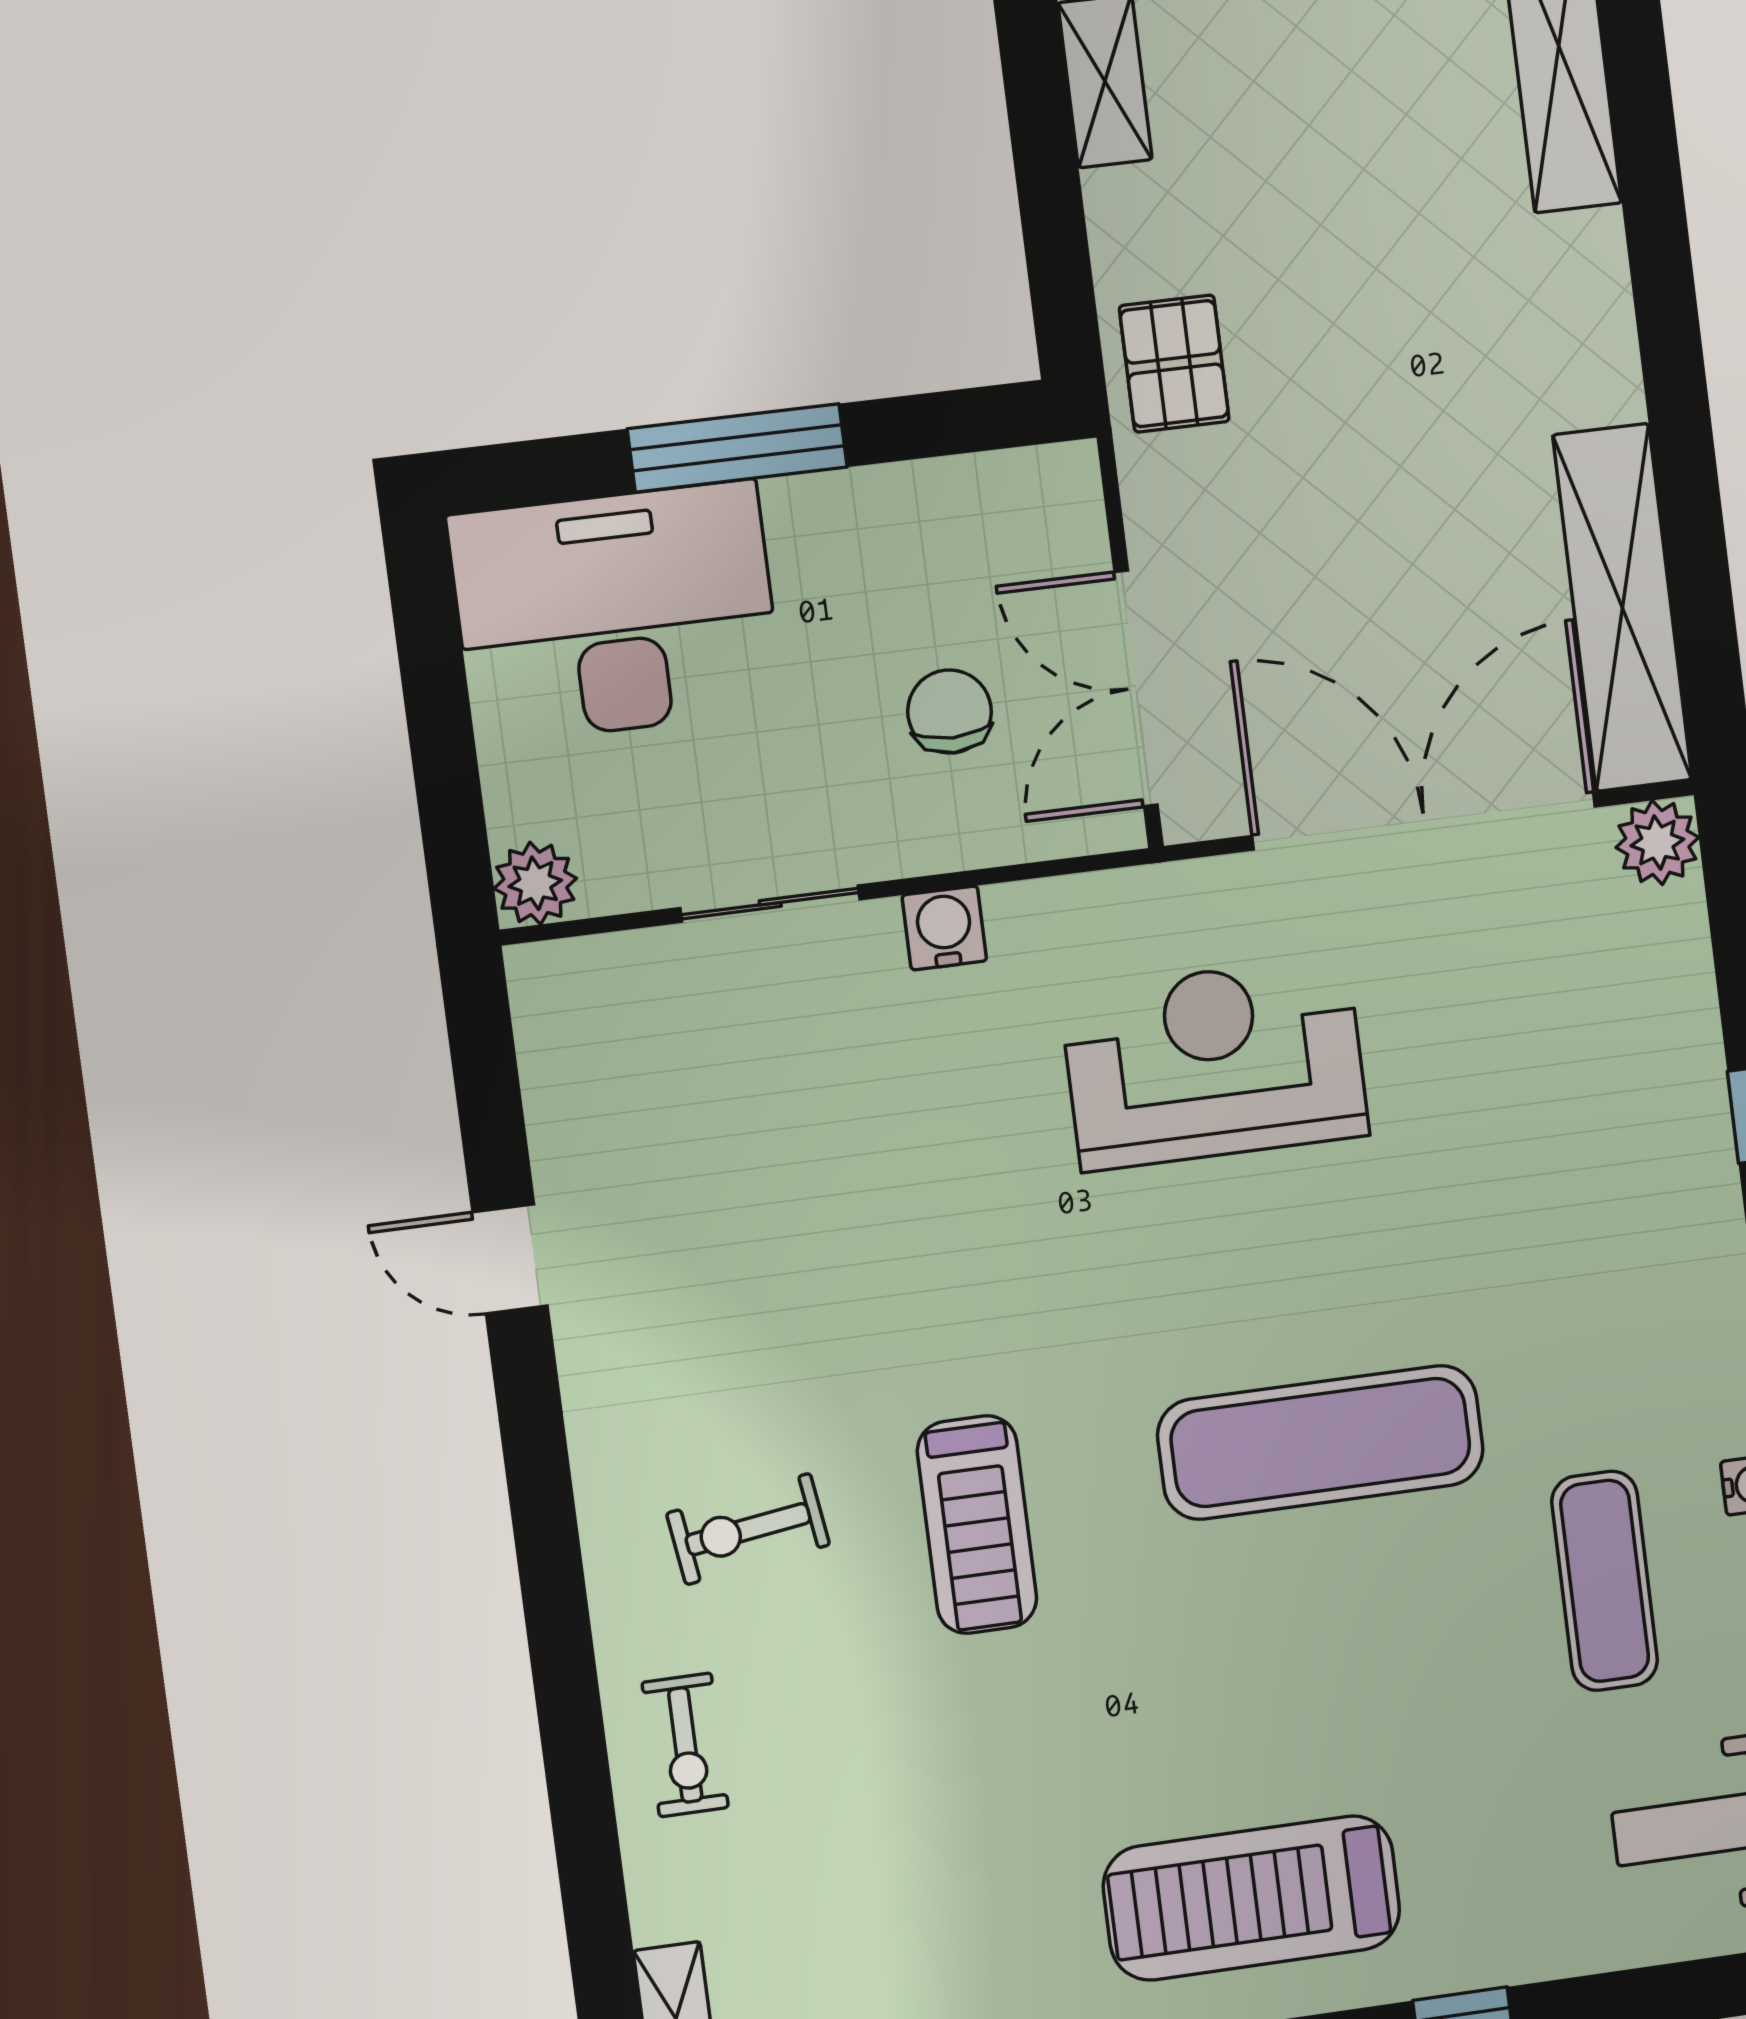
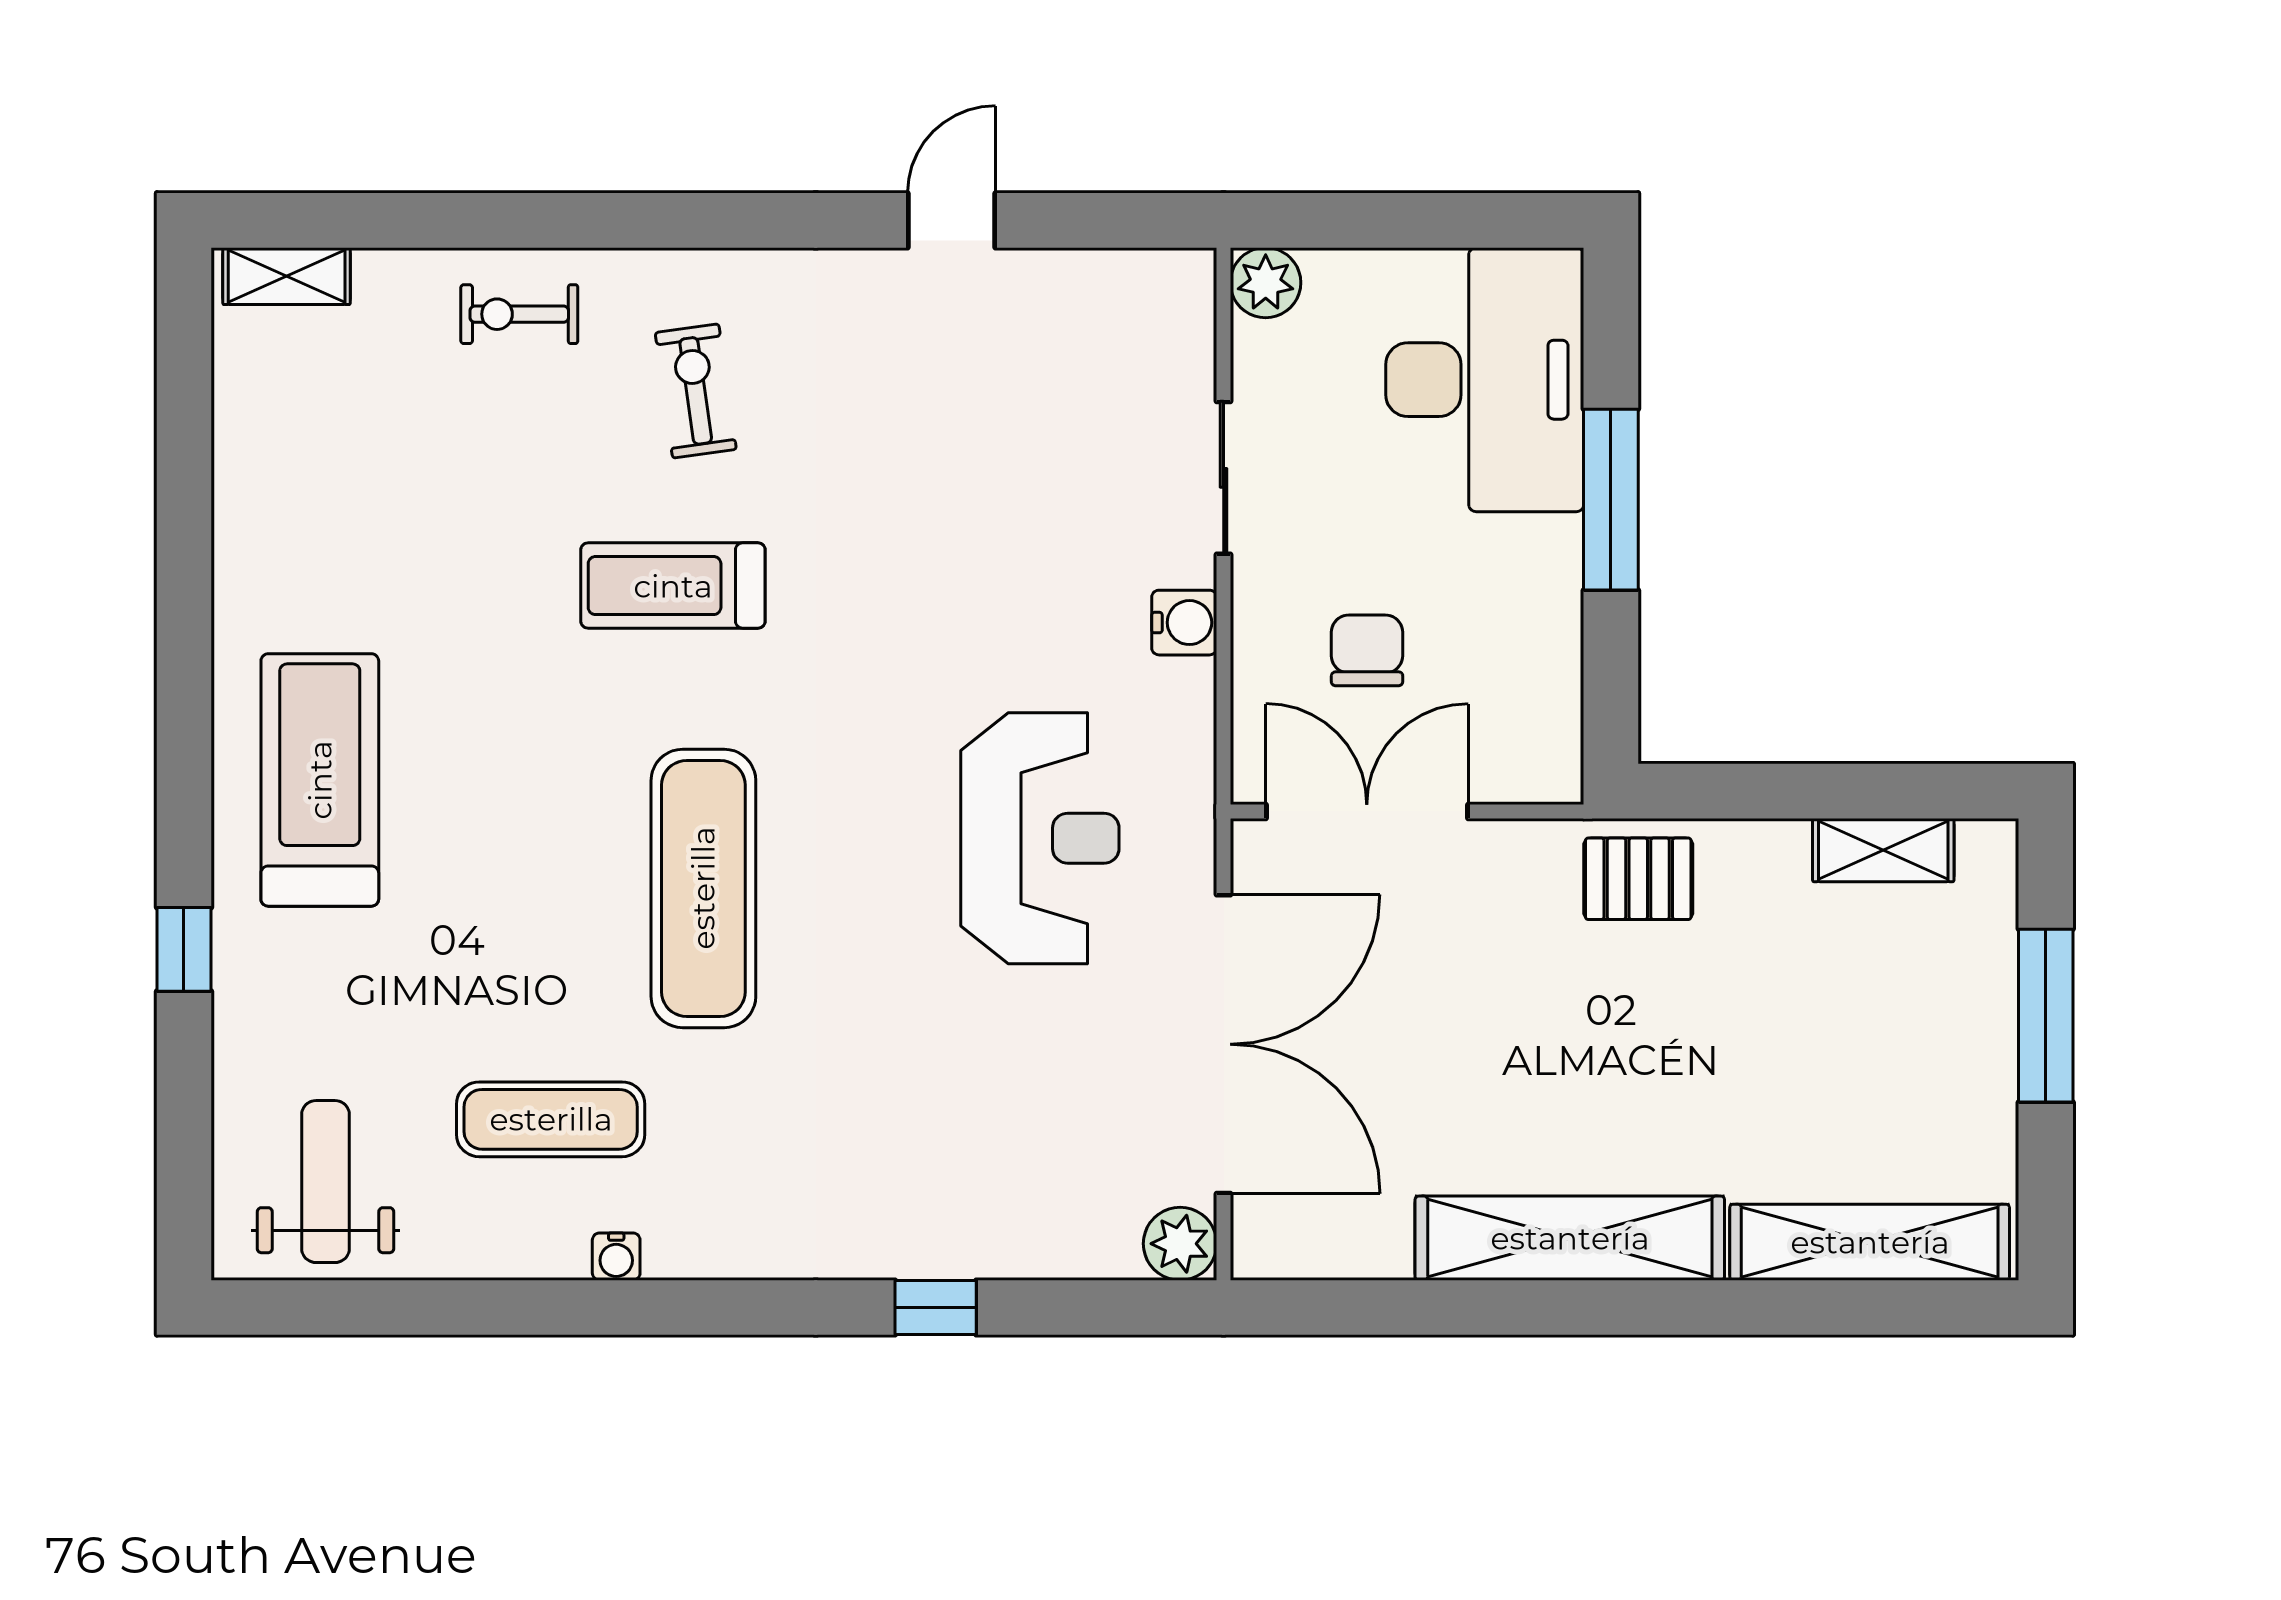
shelving: (1622, 607) -> (1570, 1238), moved
chair: (950, 711) -> (1367, 650), turned -90

